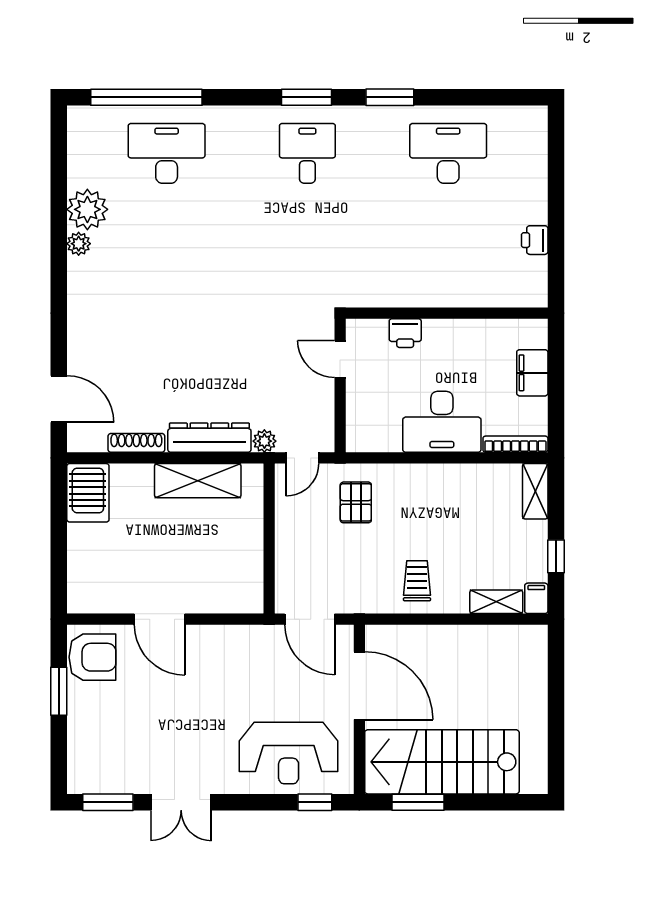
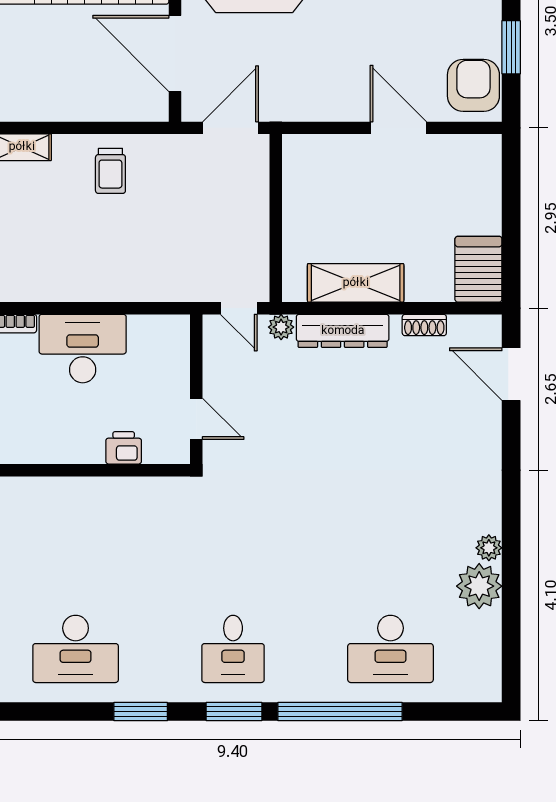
window: (146, 97) -> (340, 712), moved
shoe rack: (136, 443) -> (424, 325), width x0.70
door: (302, 458) -> (239, 308), swing flipped
pallet: (356, 502) -> (179, 258), removed
door: (310, 619) -> (230, 128), hinge flipped
armchair: (92, 657) -> (473, 85), turned 90

